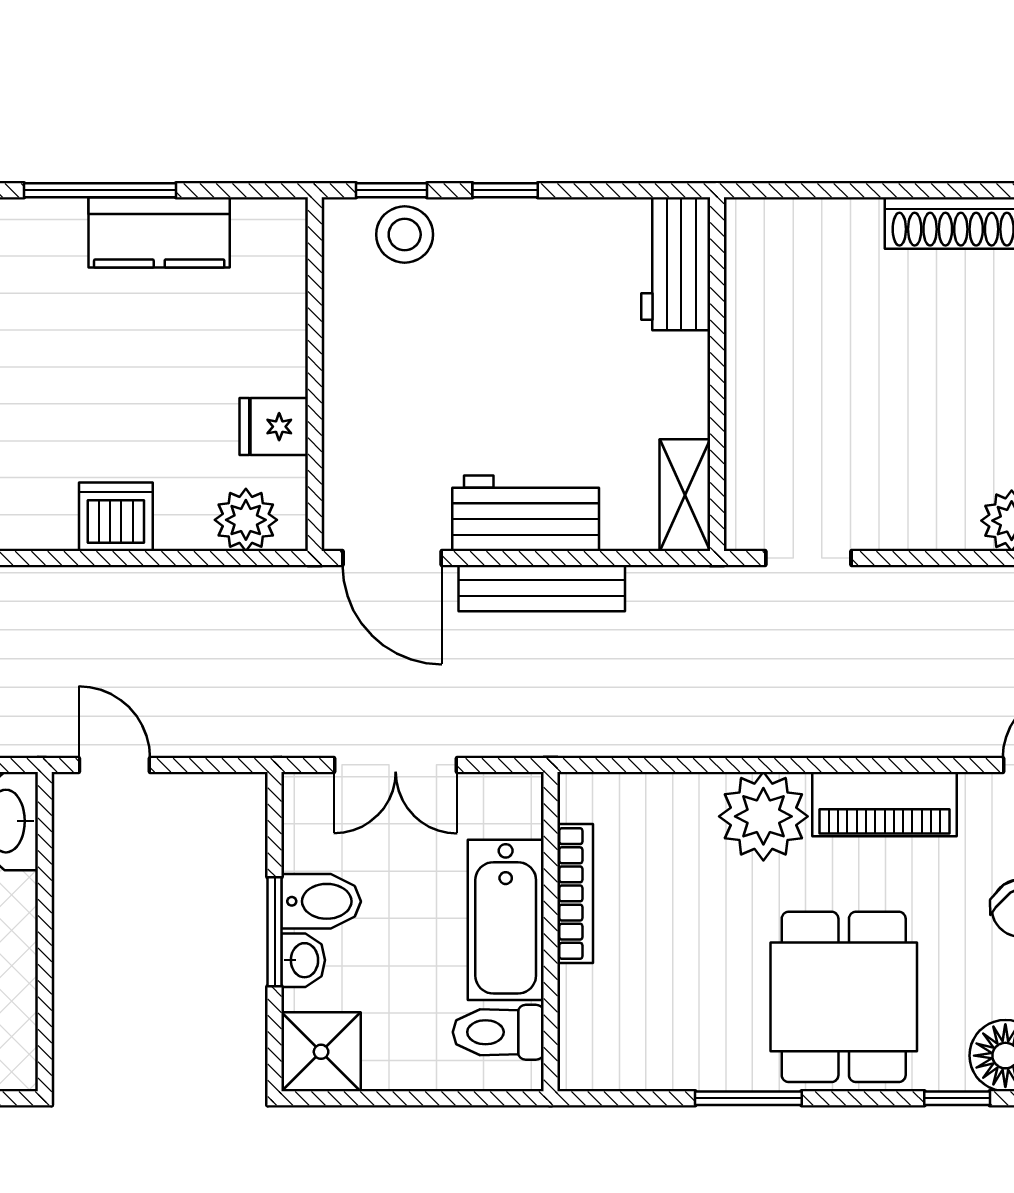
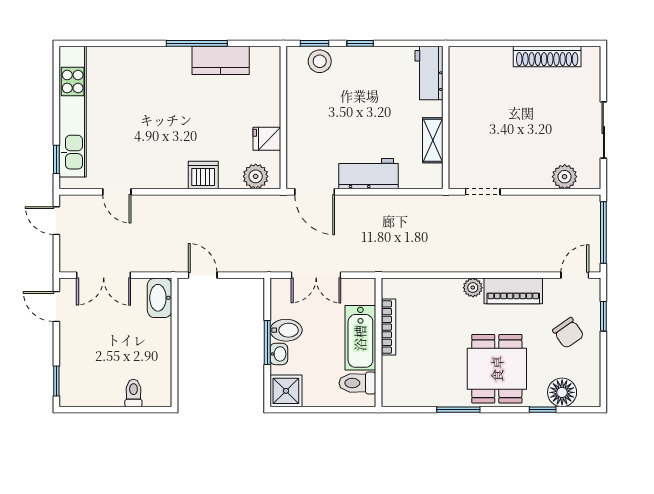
shelving: (685, 495) -> (433, 140), moved
bench: (542, 588) -> (375, 204), removed
plant: (763, 816) -> (473, 288), width x0.53, depth x0.53

